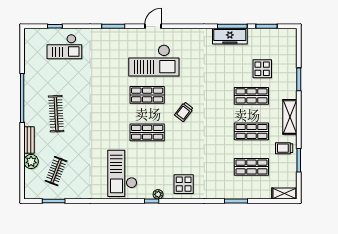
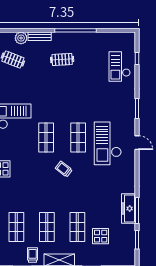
clothes rail: (56, 114) -> (62, 59), width x0.73

